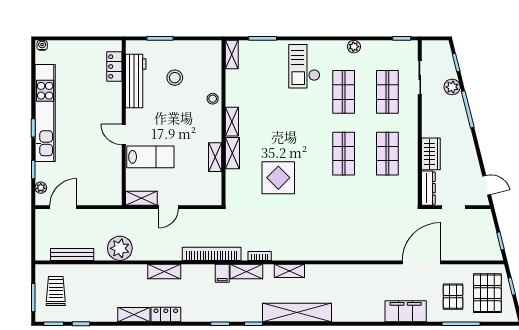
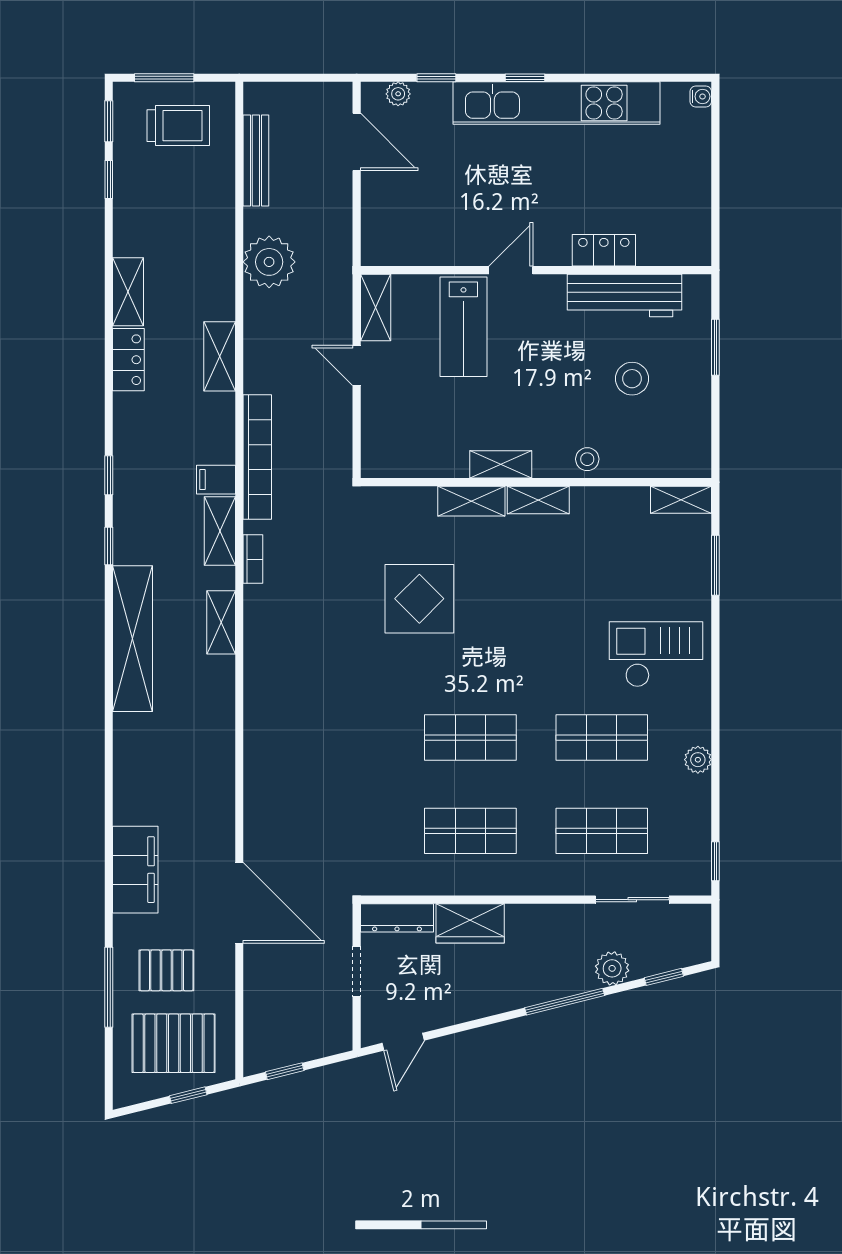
locker: (114, 66) -> (604, 250), moved
shelving: (215, 157) -> (501, 464), moved

